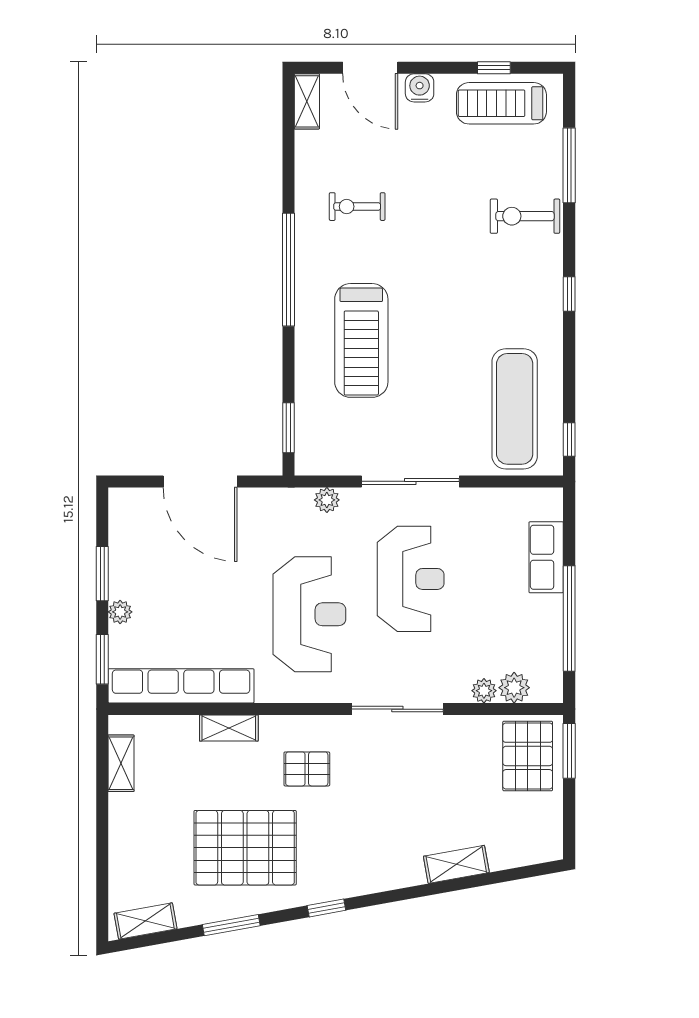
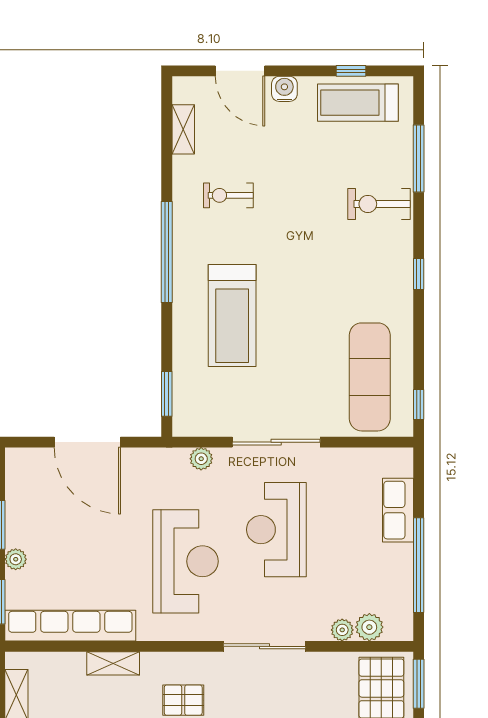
shelving: (307, 101) -> (183, 129), moved
reception desk: (411, 579) -> (276, 530), turned 180

